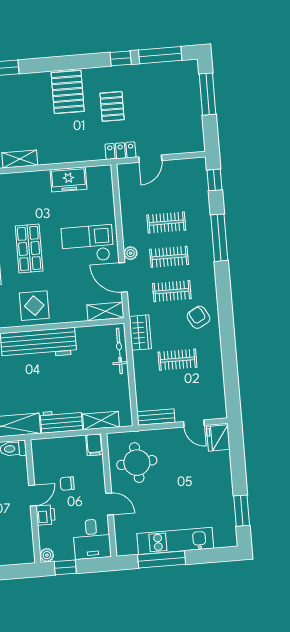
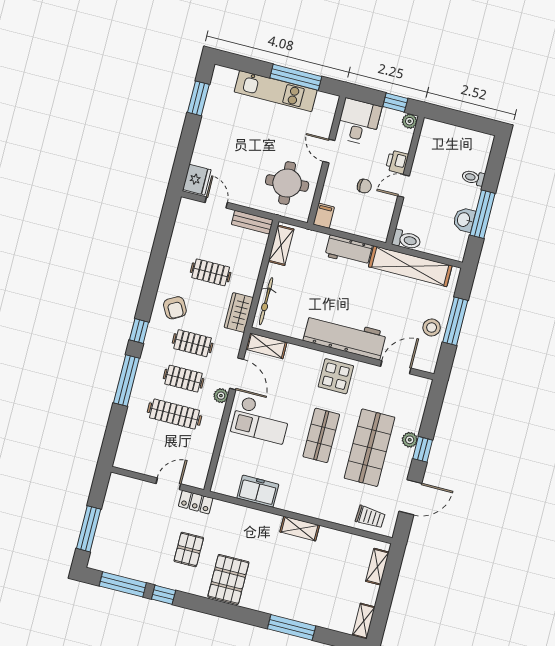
window: (215, 180) -> (139, 331), moved
clothes rail: (166, 223) -> (175, 414), width x1.36
shelving: (101, 421) -> (281, 245), moved, turned 90

